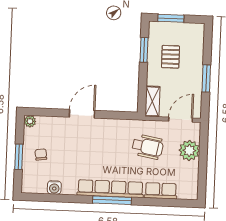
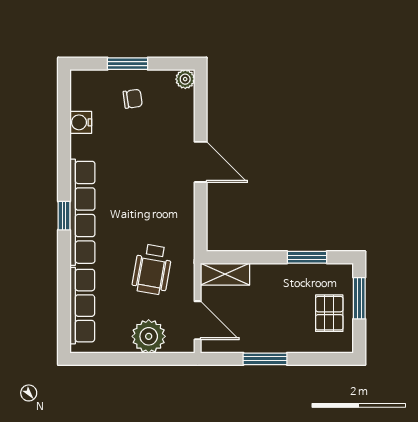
pallet: (171, 57) -> (329, 313), moved, turned 90
row of seats: (161, 191) -> (82, 306), width x1.48
window: (112, 200) -> (64, 216), width x0.46

